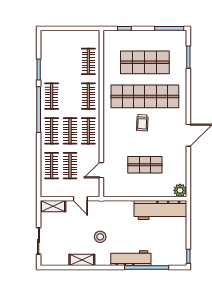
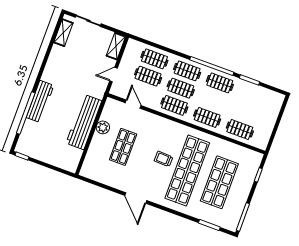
plant: (180, 190) -> (103, 127), moved
workbench: (160, 210) -> (84, 122), moved
stool: (100, 237) -> (71, 80), removed
shelving: (82, 260) -> (63, 33), moved

